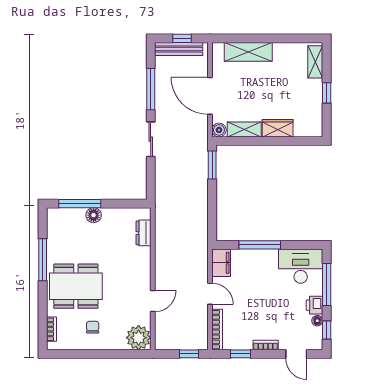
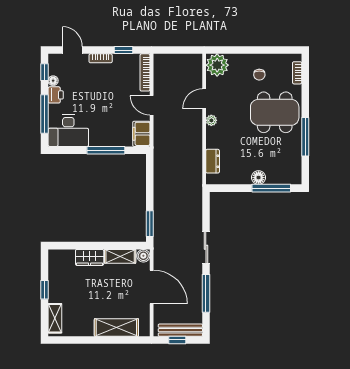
plant: (145, 277) -> (211, 120), added
window: (189, 354) -> (171, 50), removed

